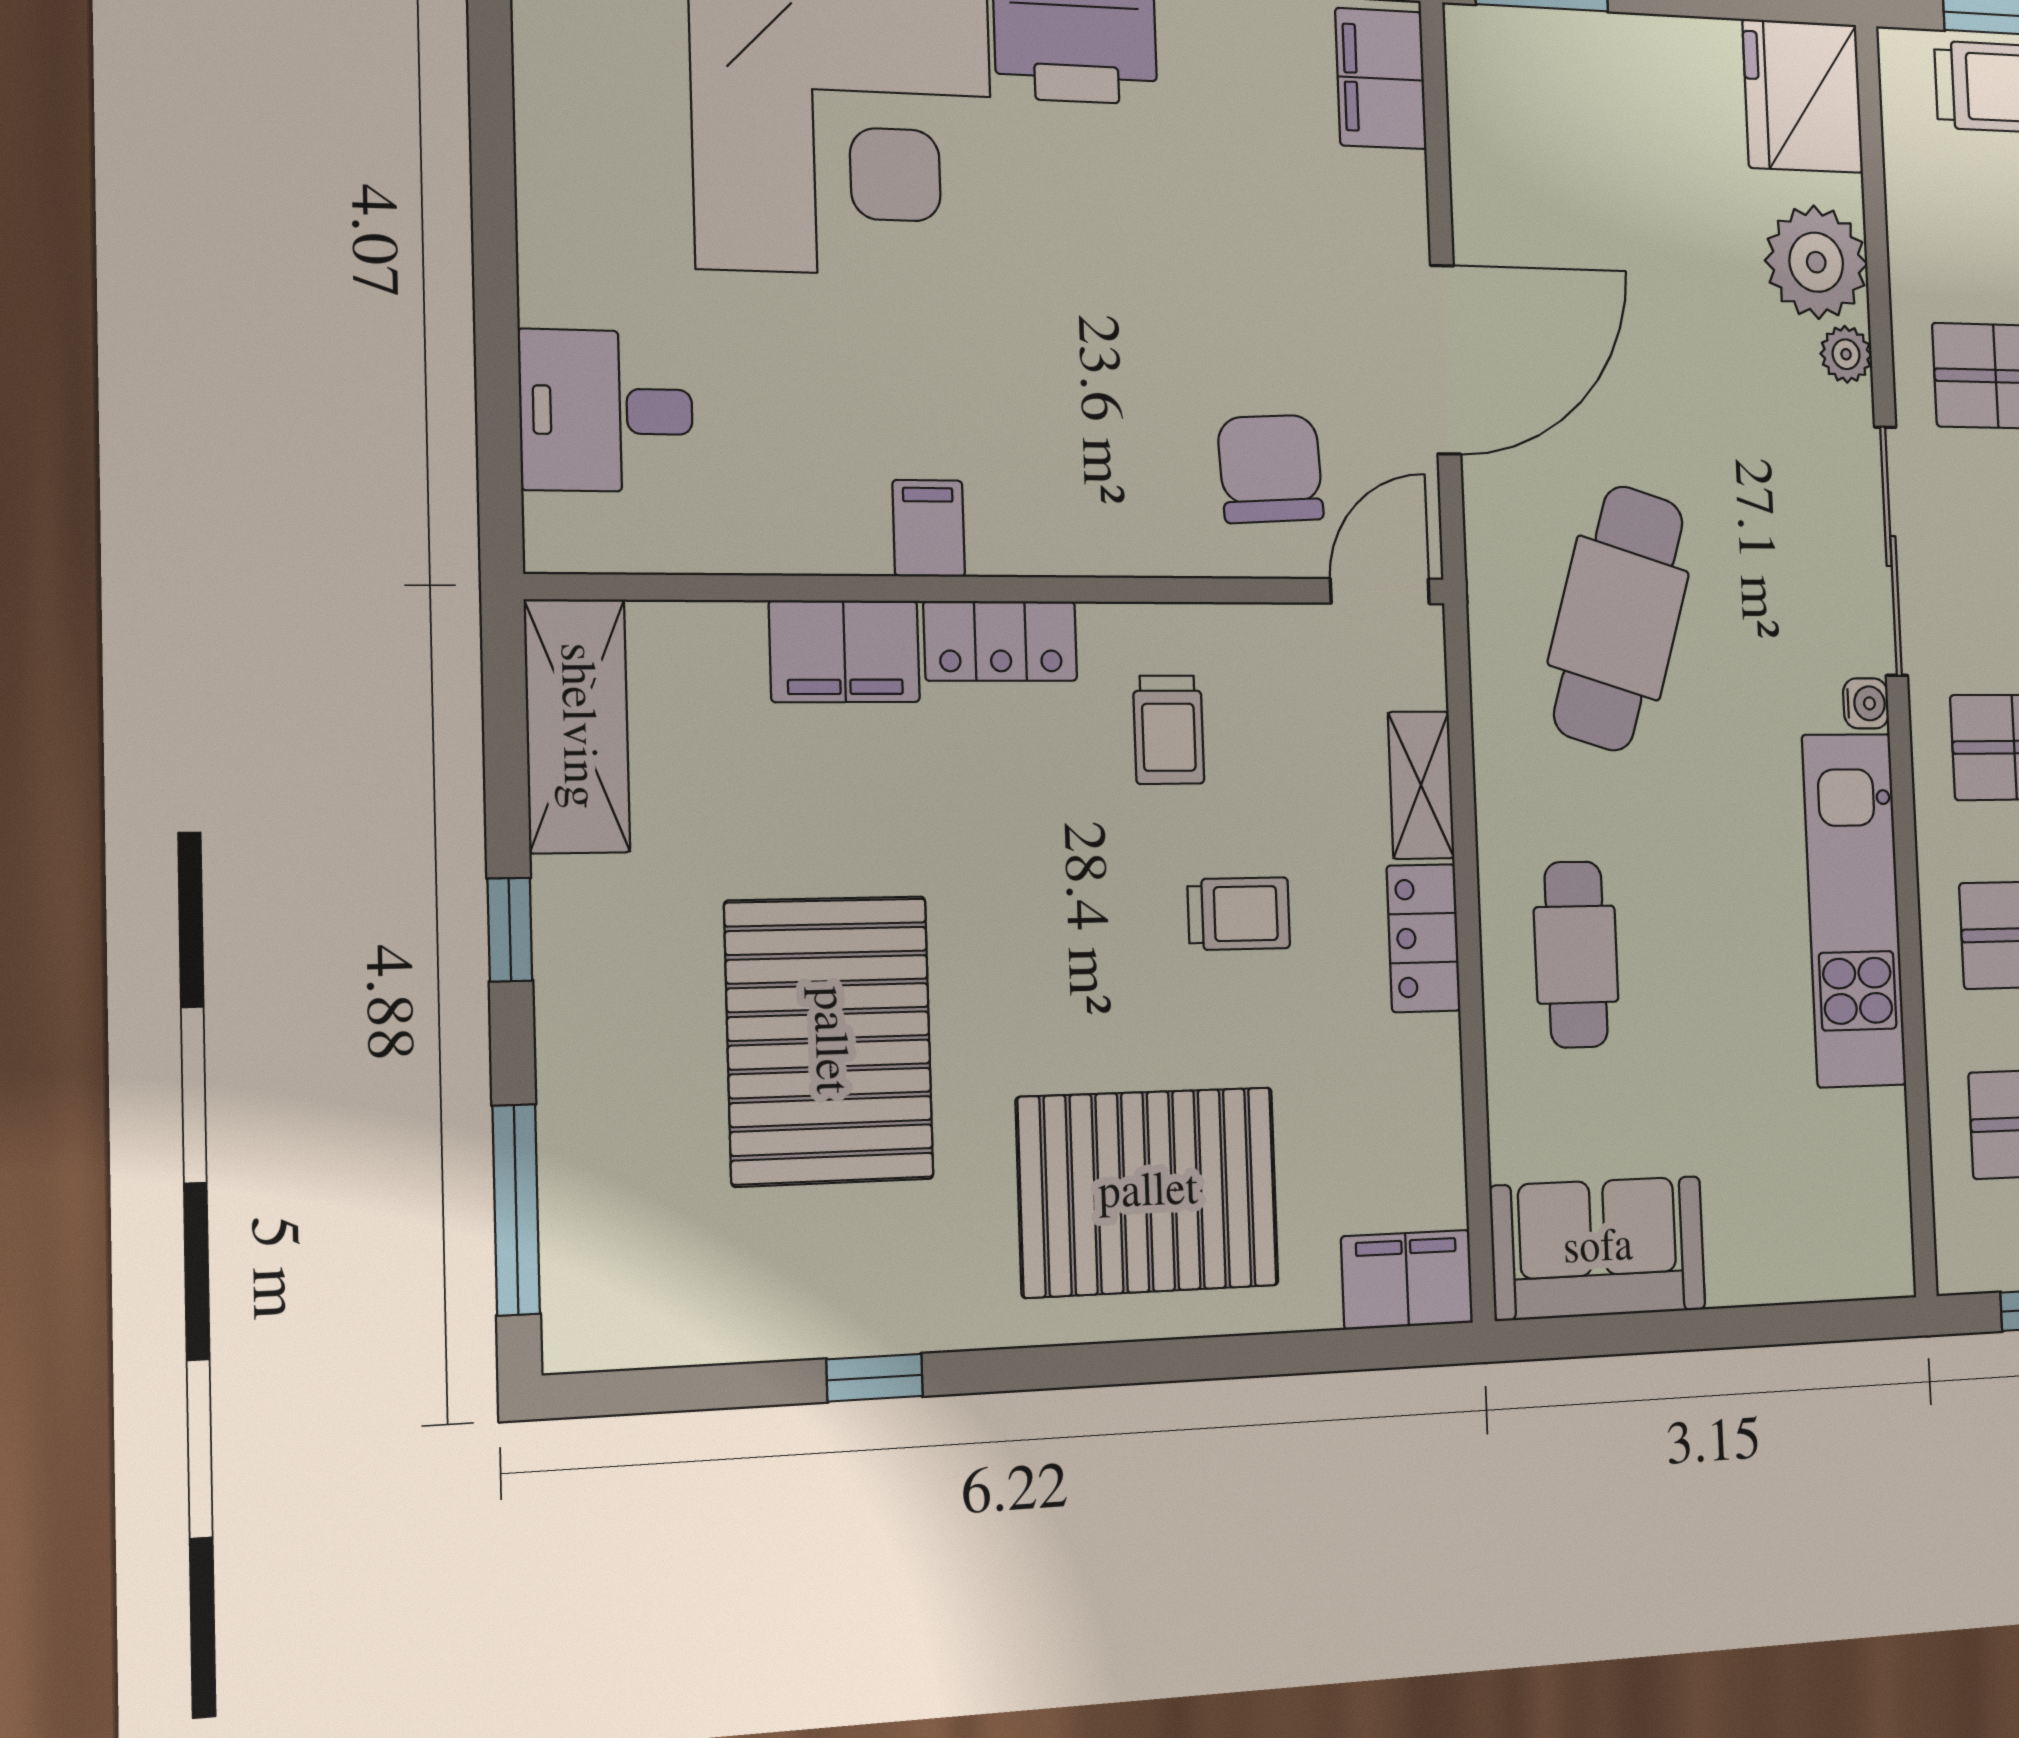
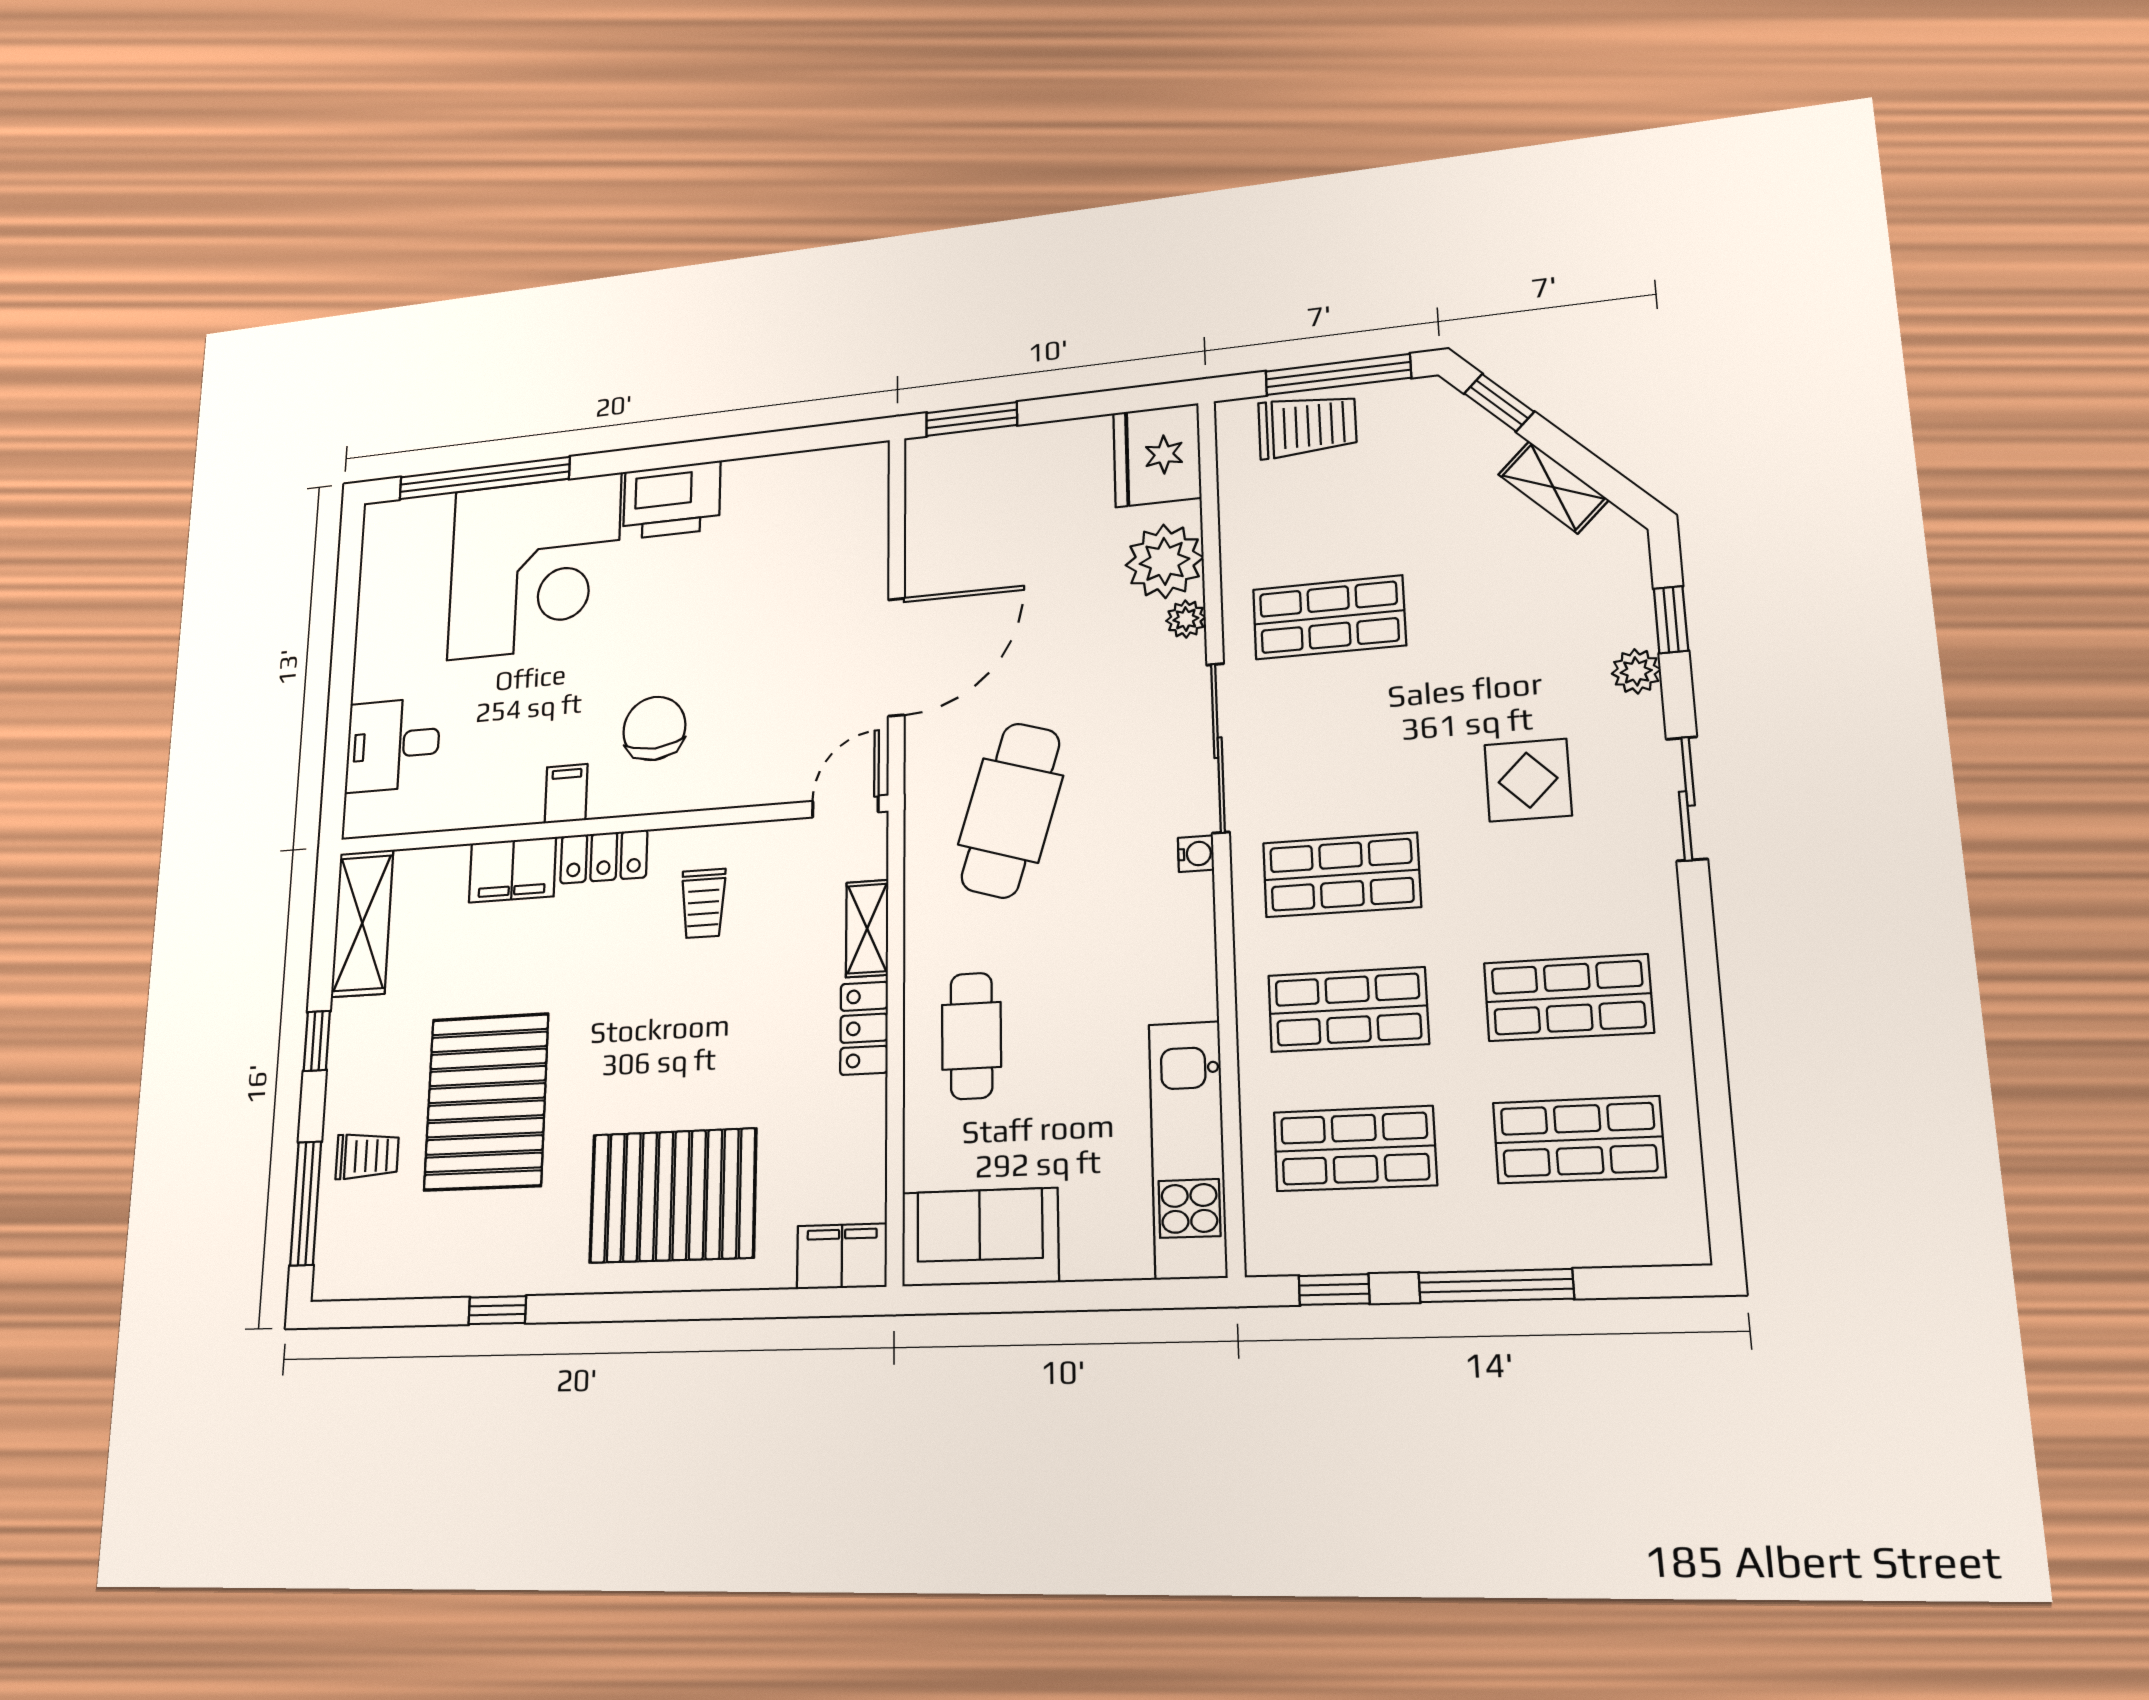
filing cabinet: (1381, 79) -> (862, 491), removed
chair: (1270, 469) -> (654, 728), moved
kitchen unit: (1854, 910) -> (1188, 1149), moved
trolley: (1239, 914) -> (367, 1156), moved

